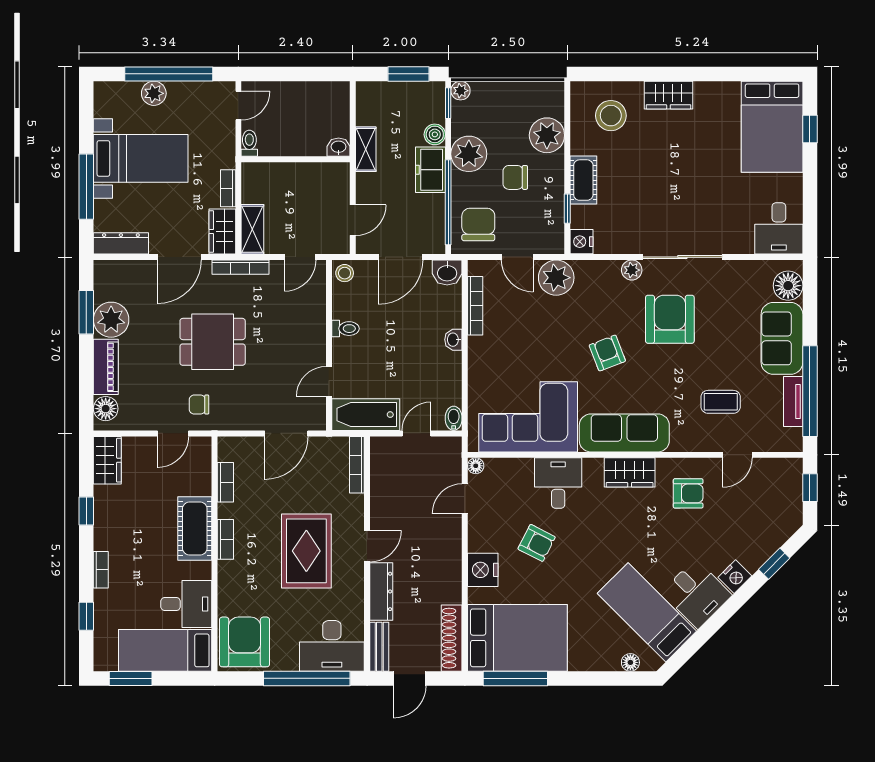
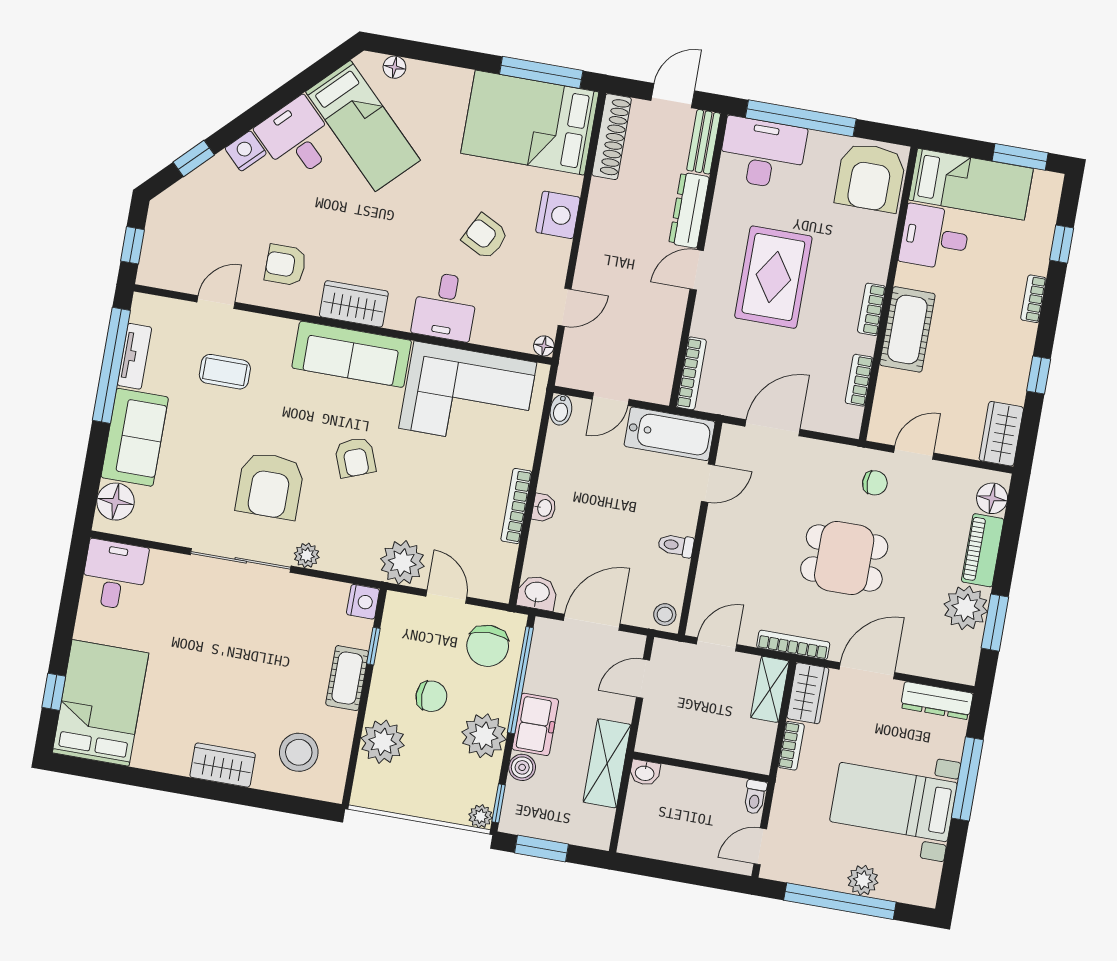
shelving: (366, 149) -> (607, 763), width x1.50, depth x1.33
bookcase: (475, 306) -> (516, 506), moved

